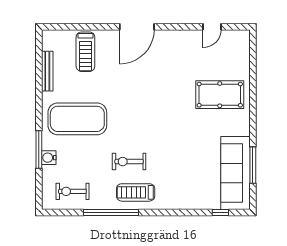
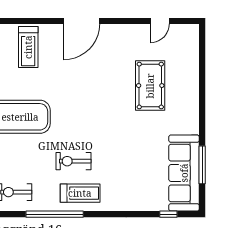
pool table: (220, 95) -> (150, 86), moved, turned 90
treadmill: (136, 192) -> (80, 193), turned 180

